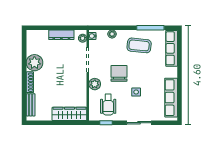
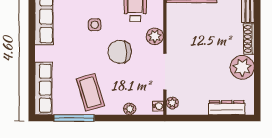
dresser: (61, 35) -> (227, 108), moved
coffee table: (139, 45) -> (90, 92), turned 67
chair: (119, 73) -> (120, 52), turned 90

